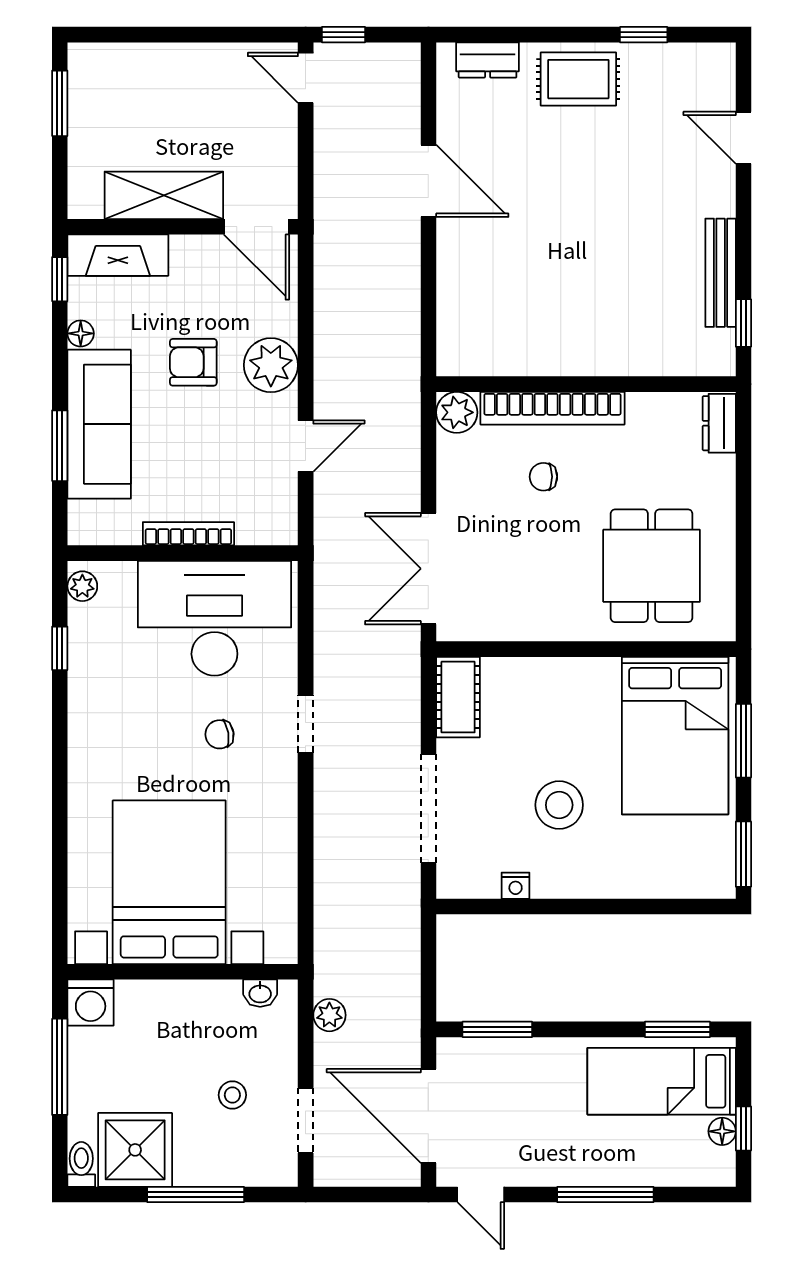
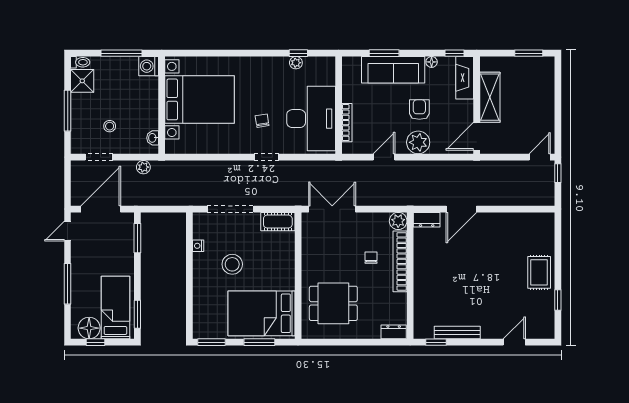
dresser: (488, 60) -> (427, 220), moved, turned -90
door: (428, 181) -> (461, 209), moved
door: (306, 446) -> (384, 157), swing flipped
bookcase: (188, 534) -> (347, 123), moved
plant: (82, 586) -> (296, 63), moved
floor lamp: (722, 1131) -> (89, 328), width x1.89, depth x1.89
shower: (135, 1150) -> (82, 81), width x0.73, depth x0.73

